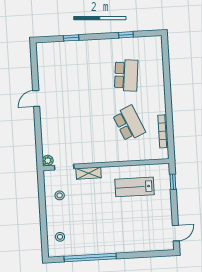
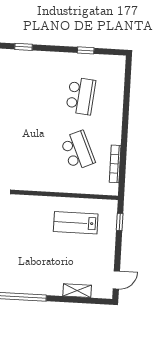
shelving: (89, 173) -> (77, 291), moved

